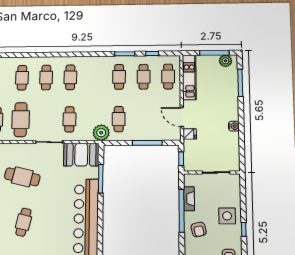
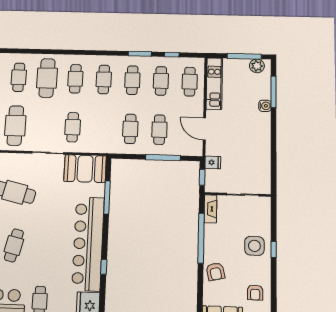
cafe table: (95, 77) -> (104, 79), added
cafe table: (46, 78) -> (47, 78), width x1.37, depth x1.35
cafe table: (143, 119) -> (159, 130), added
water cooler: (234, 126) -> (265, 106), moved
plant: (101, 133) -> (109, 144), removed
fridge: (190, 134) -> (213, 162), moved
fireplace: (189, 199) -> (210, 209), moved
window: (244, 229) -> (274, 249), moved
armchair: (199, 230) -> (215, 272), moved
window: (100, 238) -> (104, 267), added

